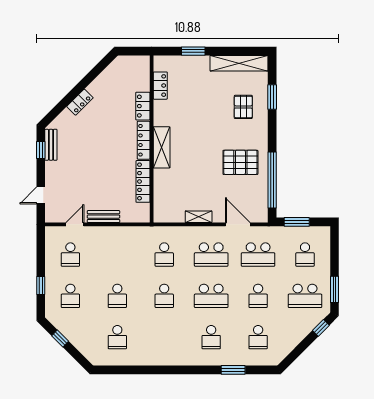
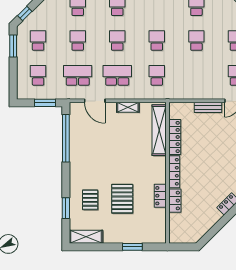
shelving: (239, 63) -> (86, 237), width x0.68
locker: (160, 86) -> (160, 196), moved
shelving: (162, 147) -> (159, 130), moved, width x1.47
pallet: (240, 162) -> (122, 199), moved, turned 90
school desk: (211, 296) -> (117, 41), width x0.54
school desk: (305, 296) -> (38, 41), width x0.54

